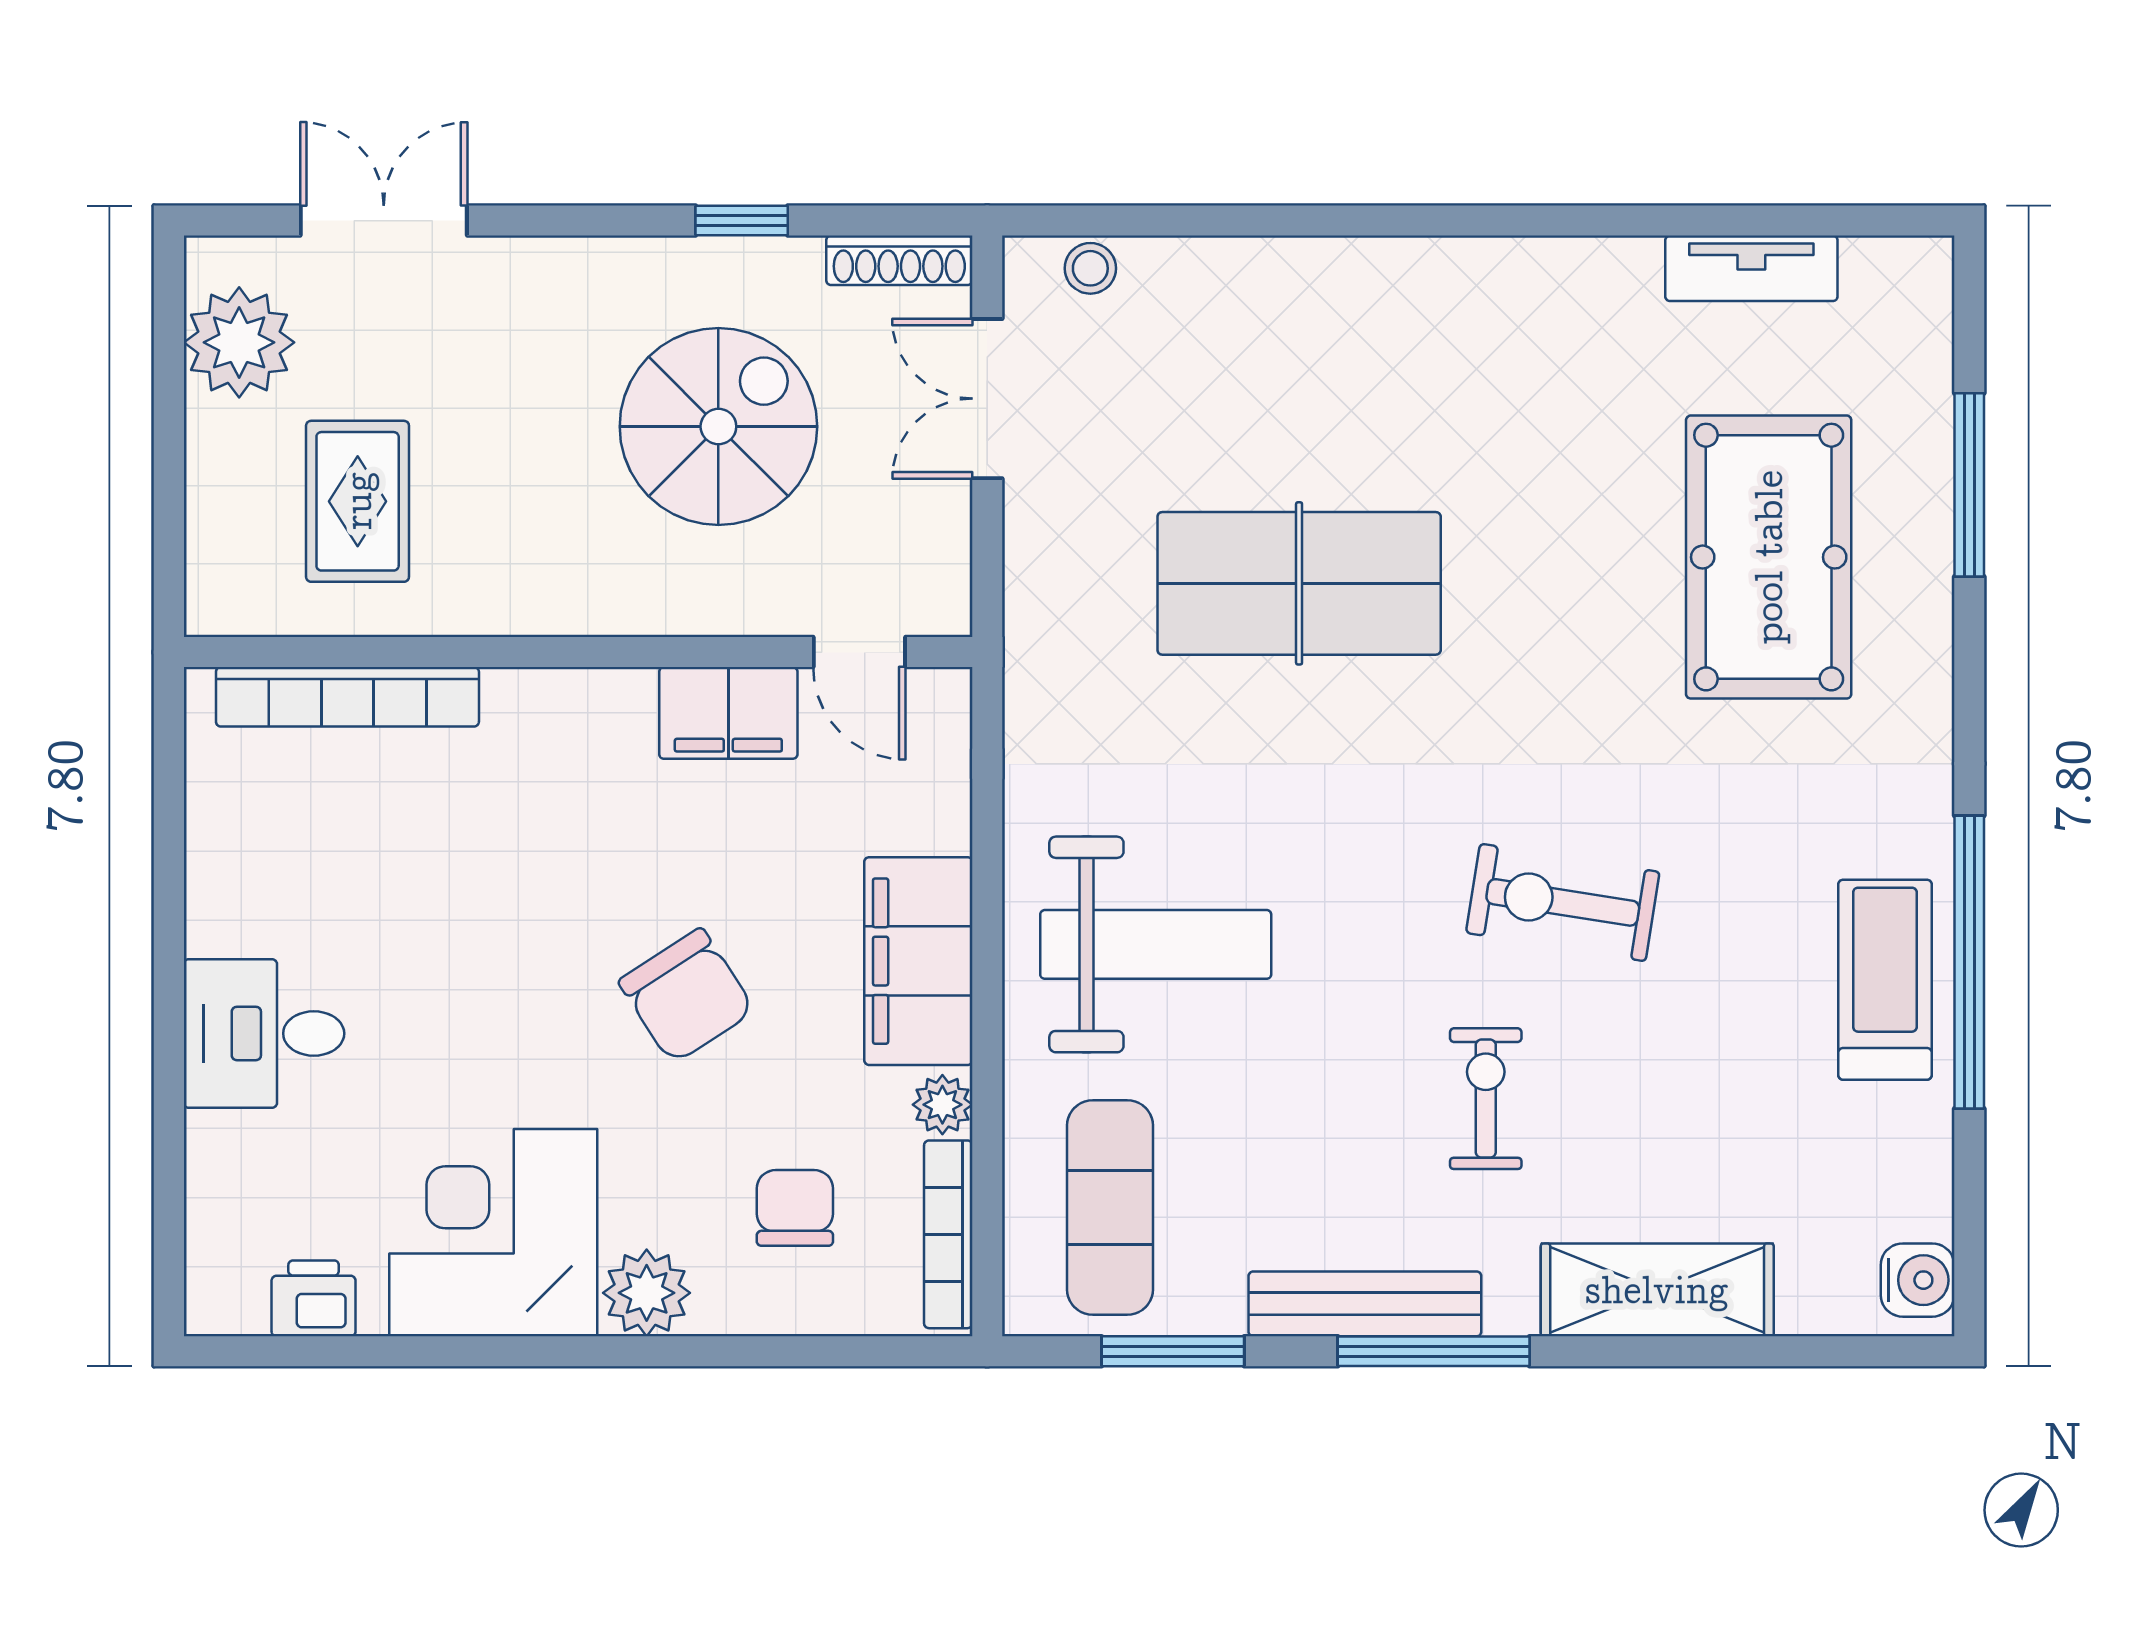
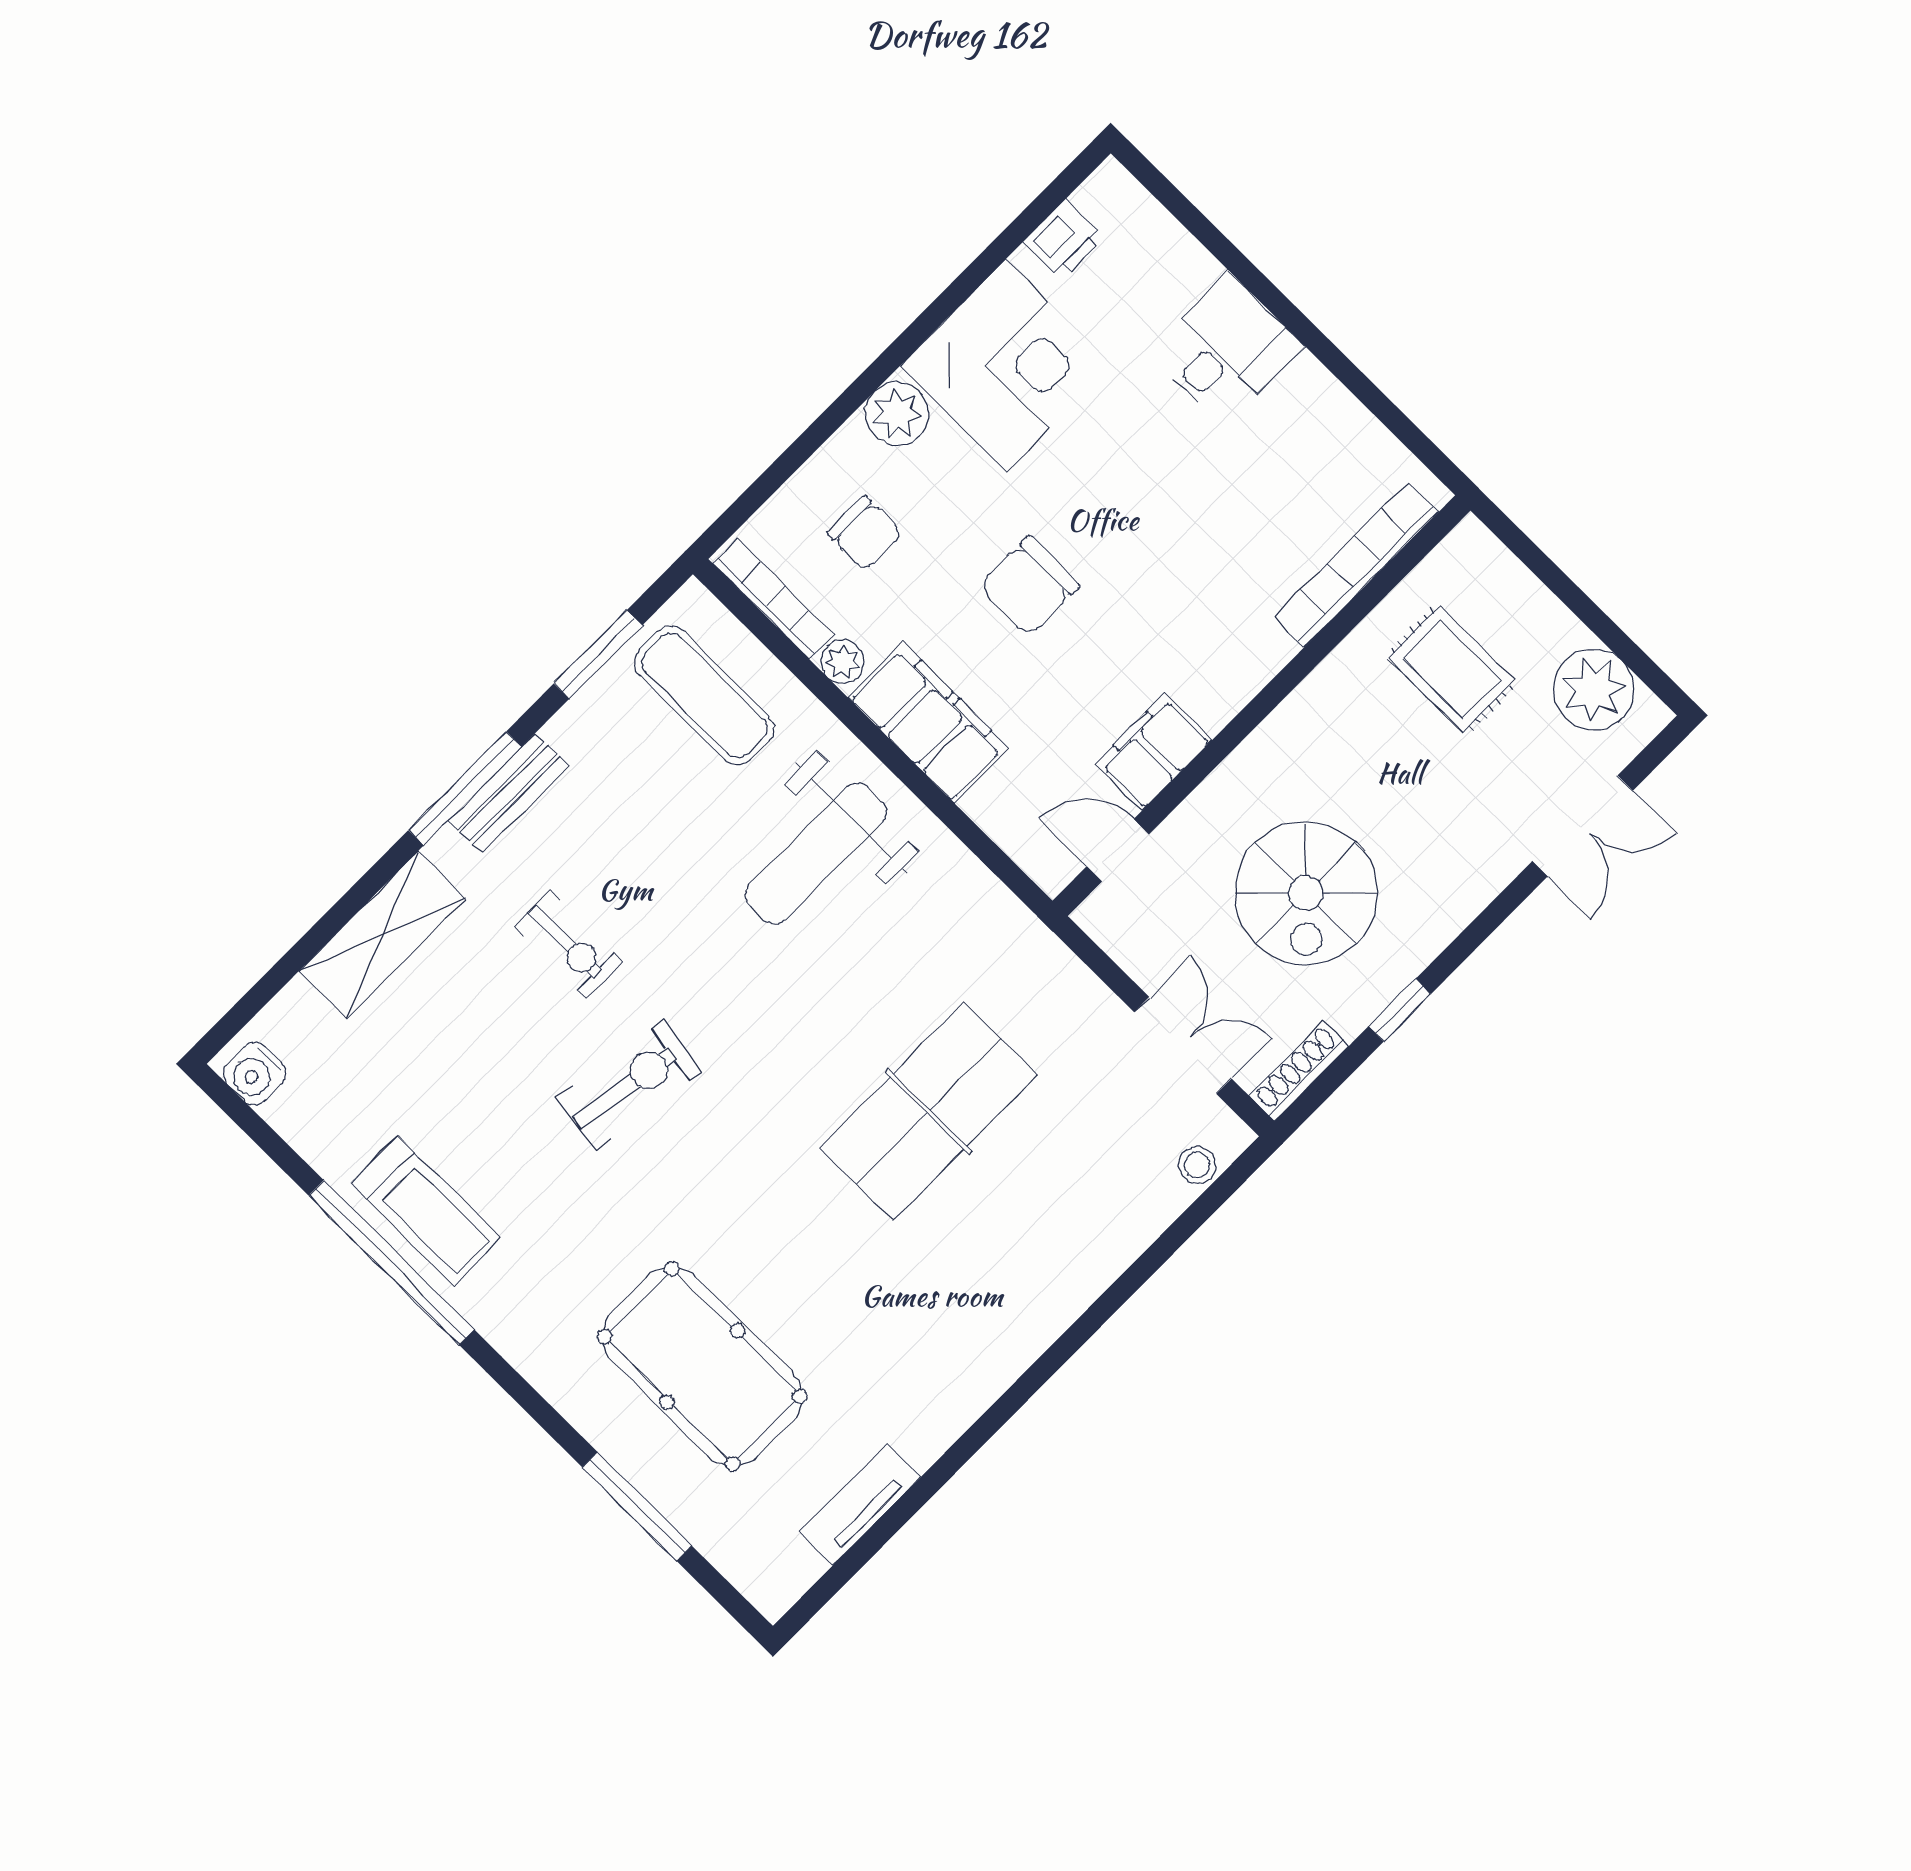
chair: (687, 996) -> (1029, 586), turned -57
bench: (1365, 1304) -> (509, 793), width x0.73

